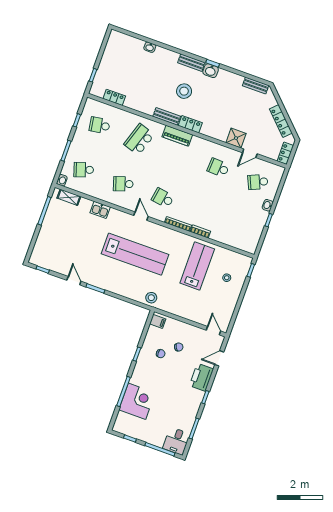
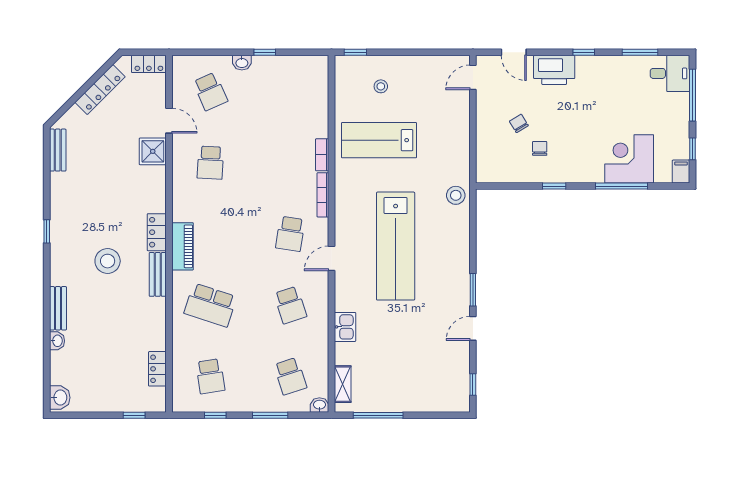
bench: (191, 63) -> (58, 308), moved
washbasin: (211, 71) -> (60, 398), moved
lab bench: (135, 254) -> (396, 246), turned 180
filing cabinet: (158, 321) -> (681, 172), moved

